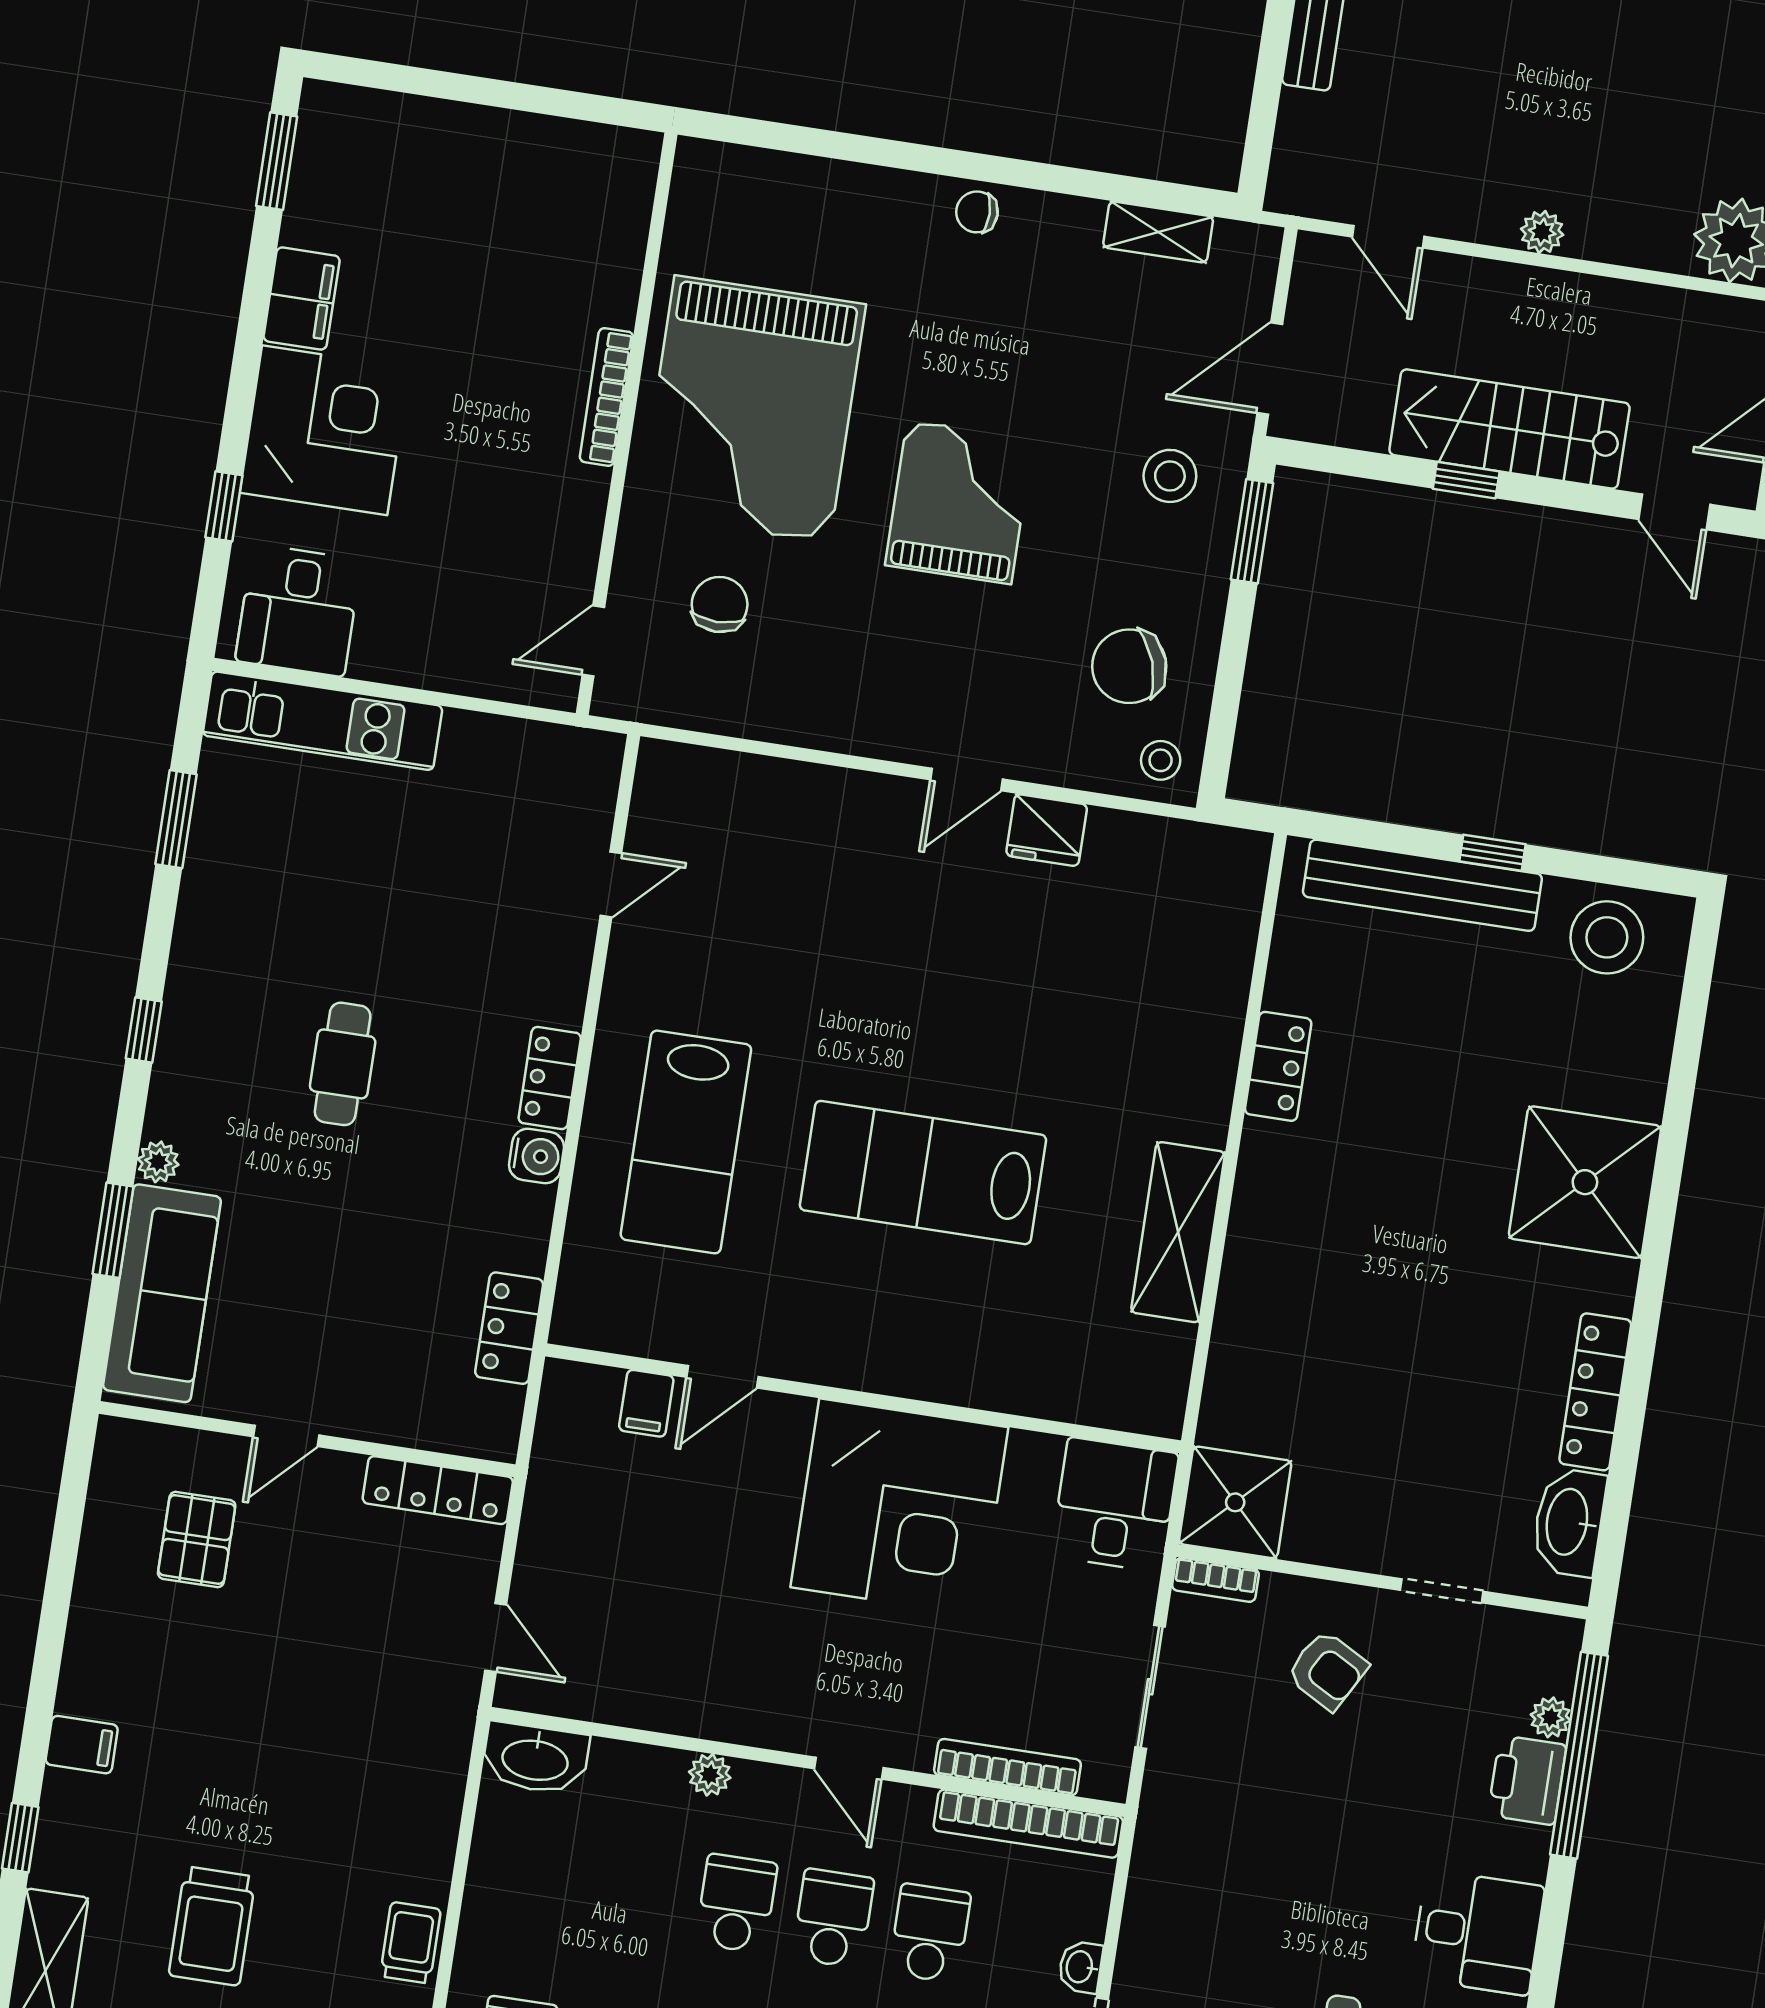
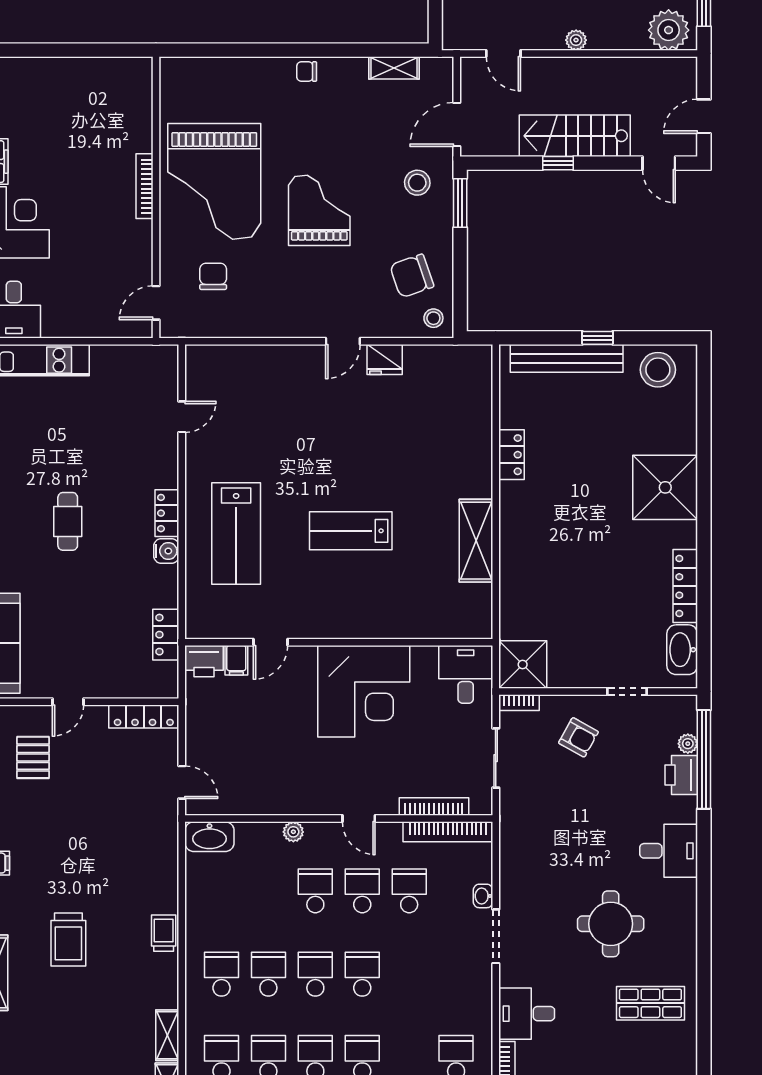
lab bench: (923, 1173) -> (351, 531), width x0.73, depth x0.72
printer: (579, 1395) -> (204, 661), added

